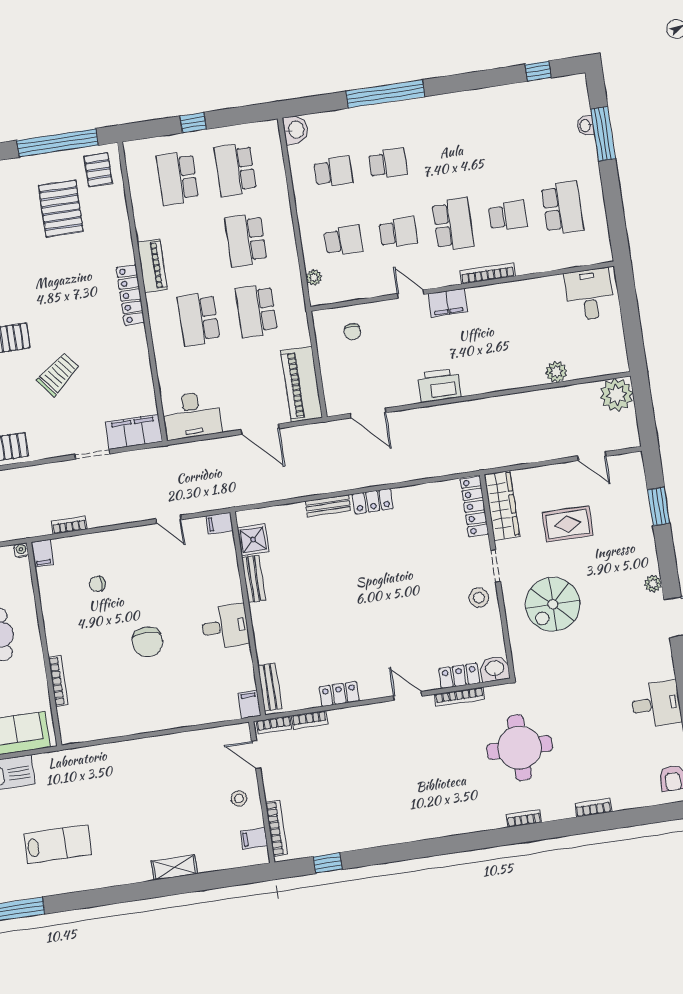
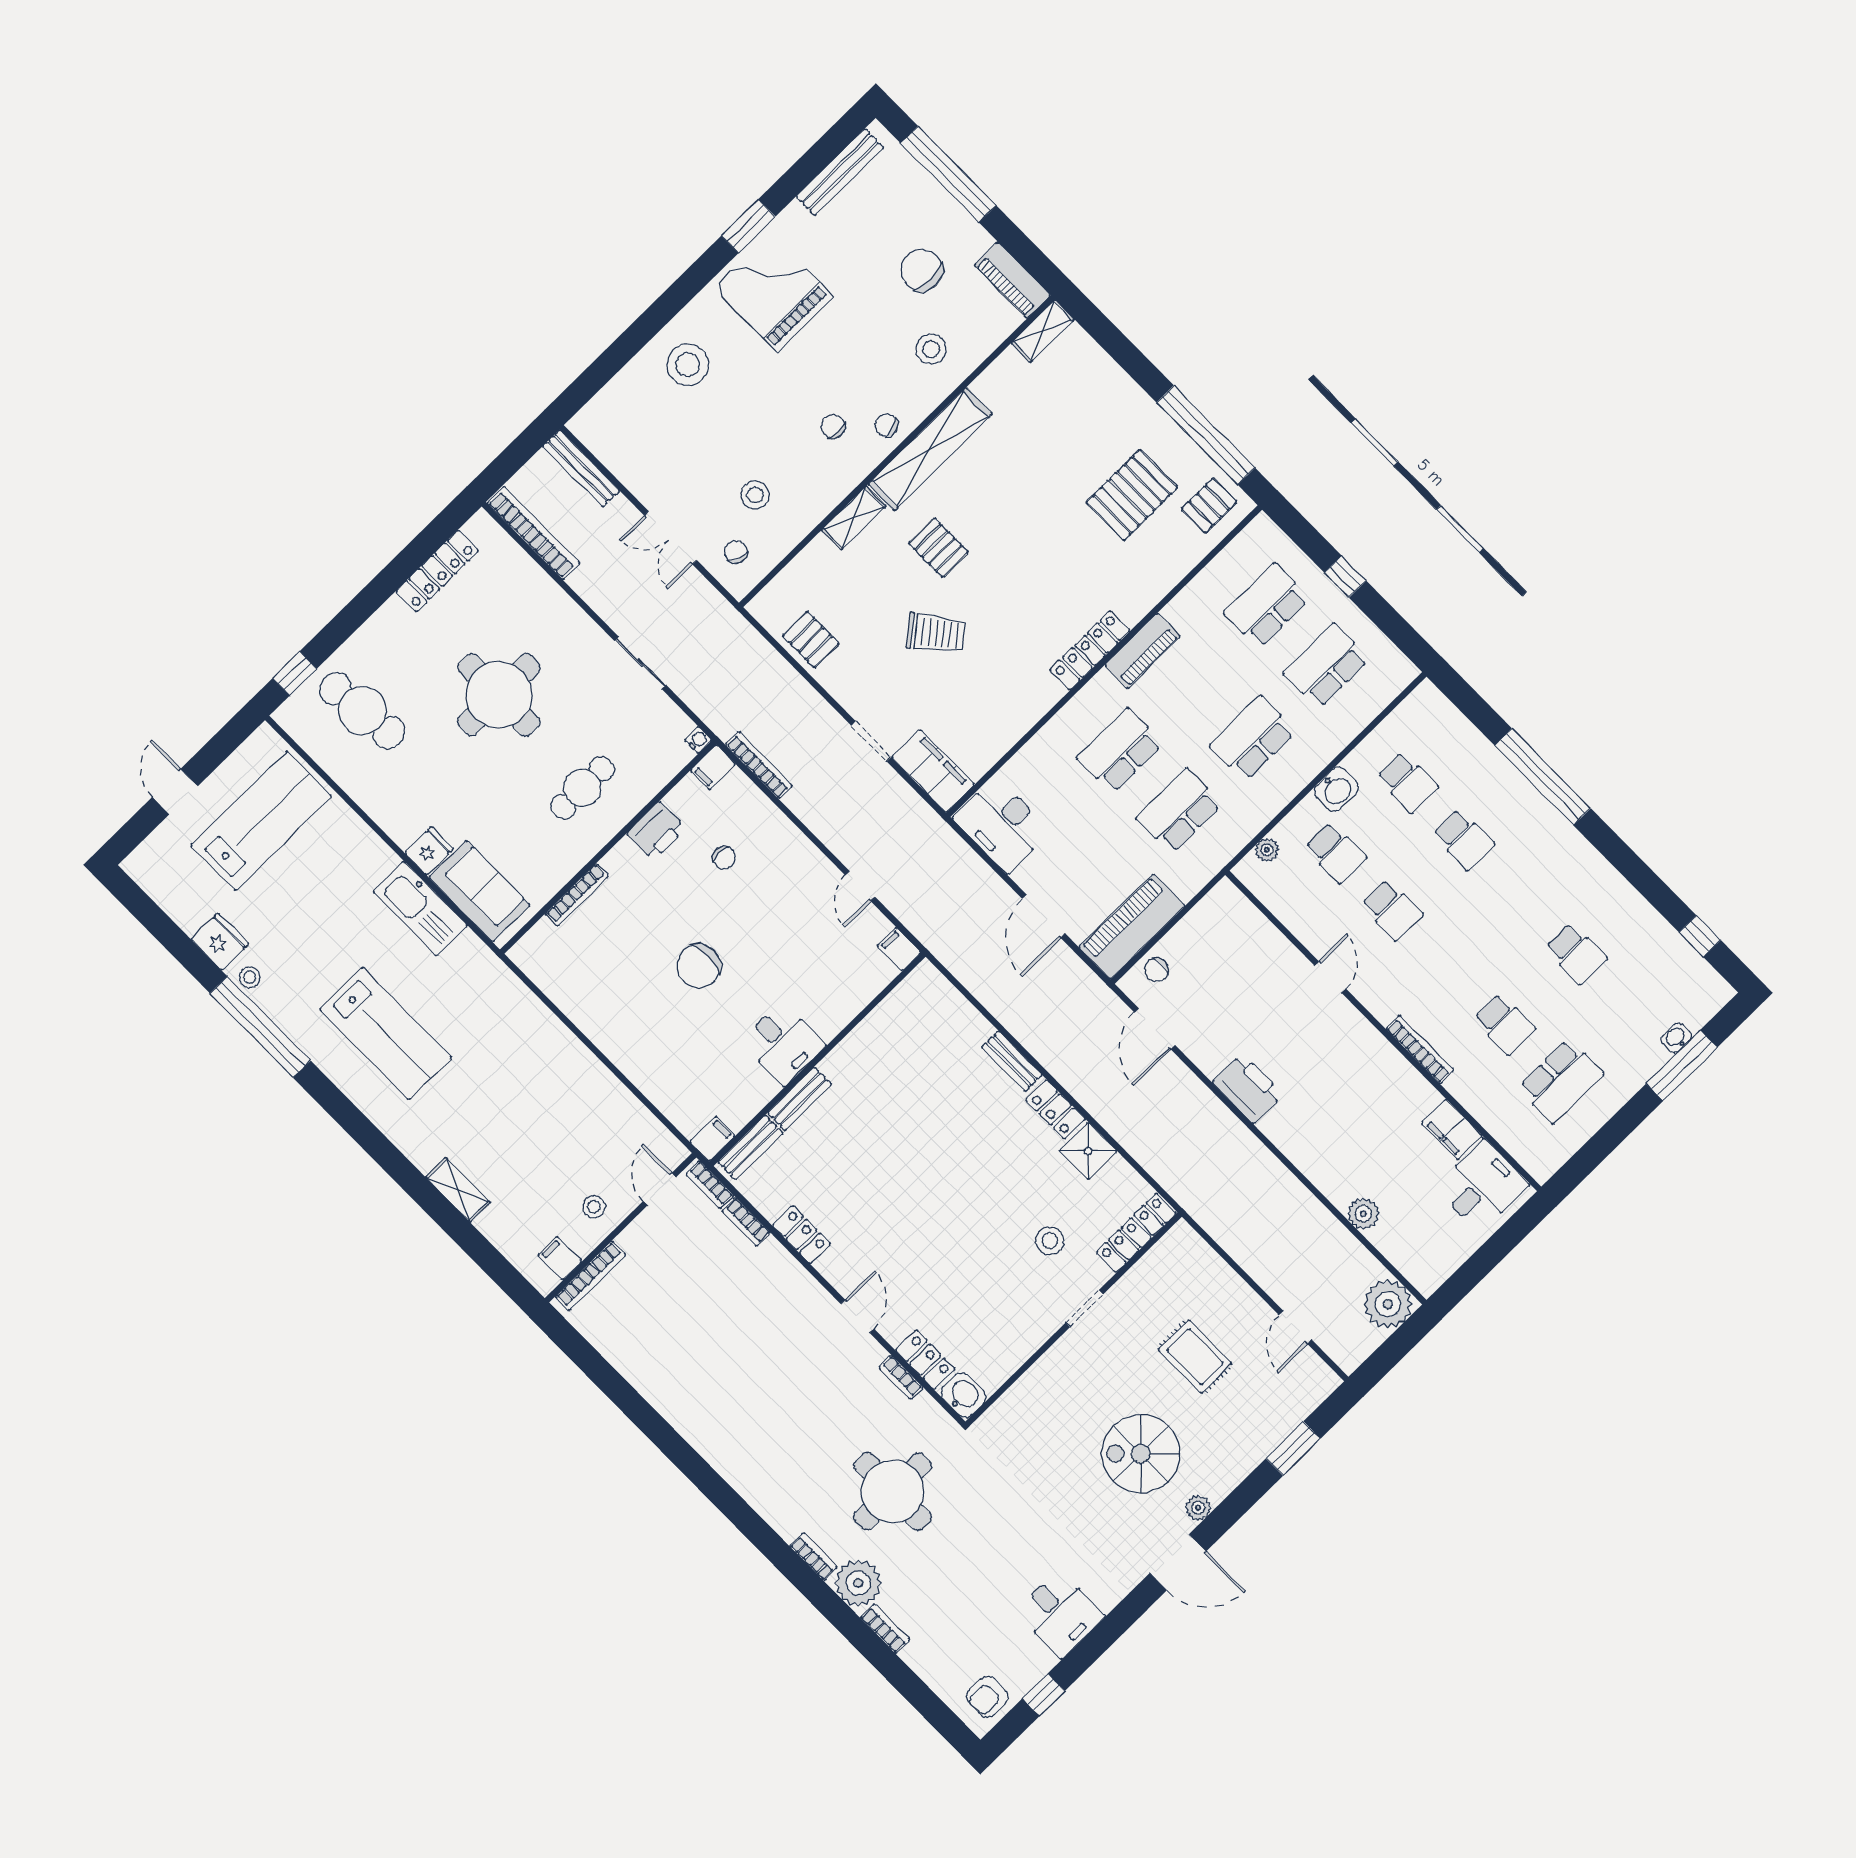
washbasin: (296, 130) -> (1336, 789), moved
school desk: (453, 224) -> (1576, 953), moved, width x0.54
filing cabinet: (448, 303) -> (1452, 1130), moved
chair: (352, 332) -> (1157, 970), moved
wardrobe: (502, 505) -> (1161, 1264), removed
bookcase: (69, 525) -> (759, 765), width x1.56
shower: (253, 540) -> (1088, 1151), moved
bench: (254, 579) -> (800, 1099), moved
chair: (97, 584) -> (724, 858), turned 180
stool: (479, 598) -> (1050, 1241), moved
spiral stairs: (553, 604) -> (1141, 1454), moved
printer: (55, 611) -> (656, 831), added
bookcase: (459, 697) -> (901, 1378), width x0.64
plant: (557, 804) -> (858, 1583), added
lab bench: (58, 844) -> (386, 1033), width x1.36, depth x1.39
window: (328, 863) -> (594, 1365), removed

